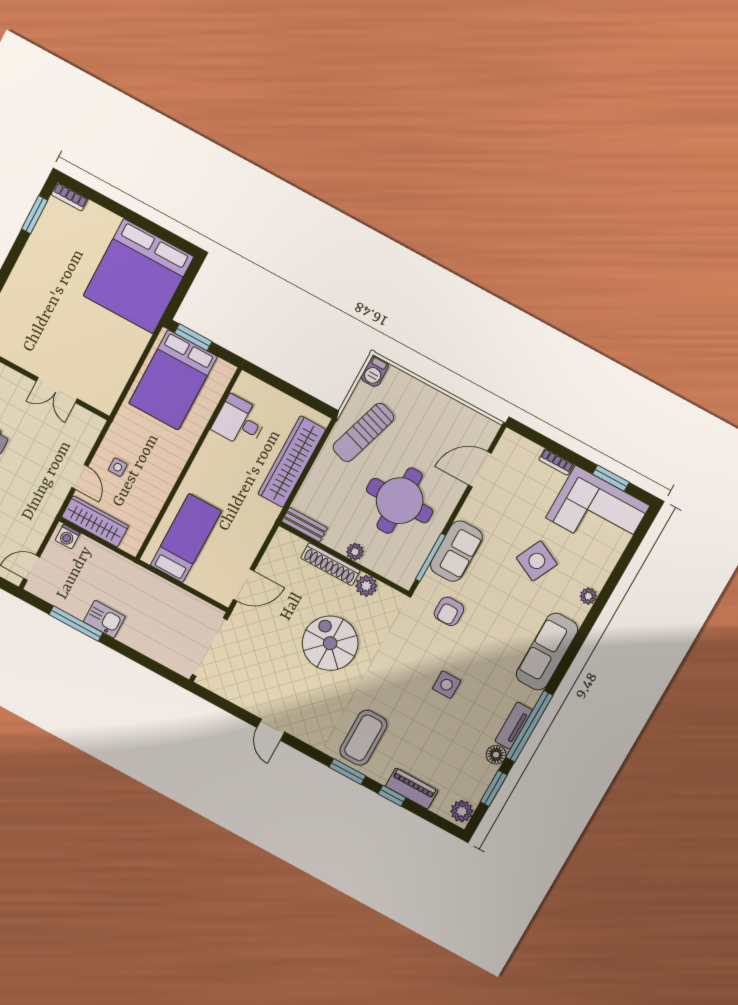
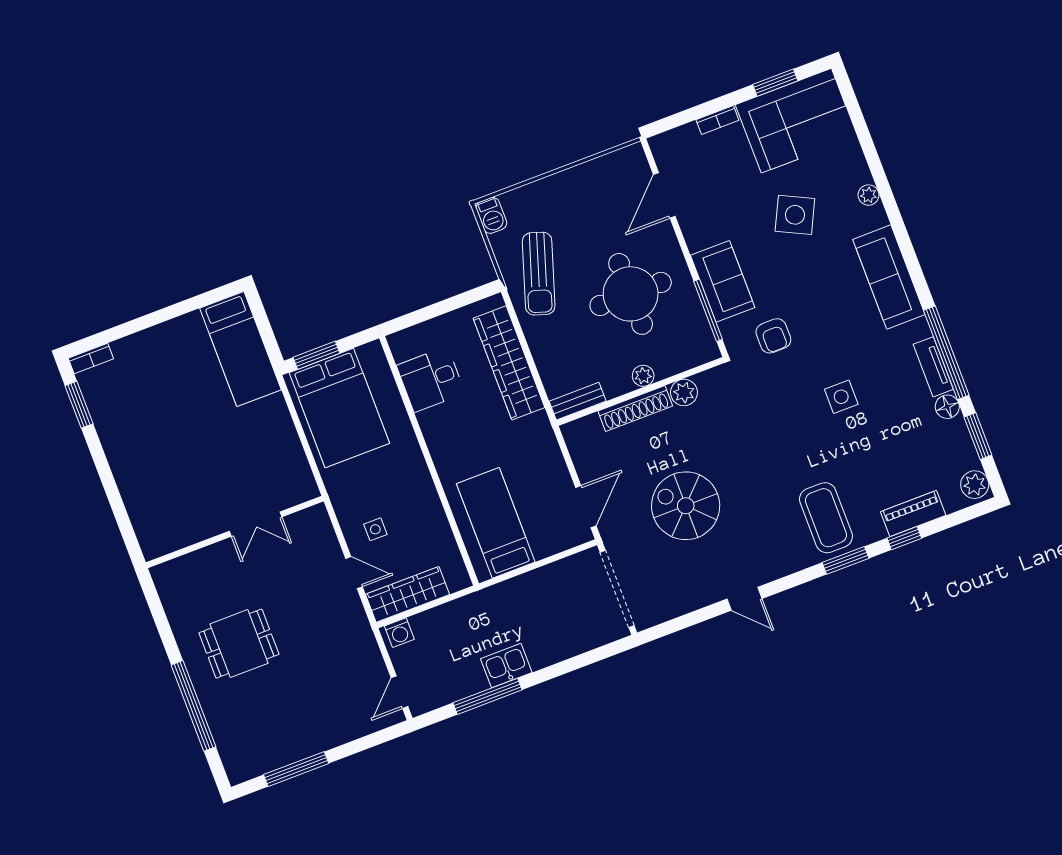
bed: (138, 276) -> (240, 349), width x0.49
spiral stairs: (330, 643) -> (686, 506), moved

